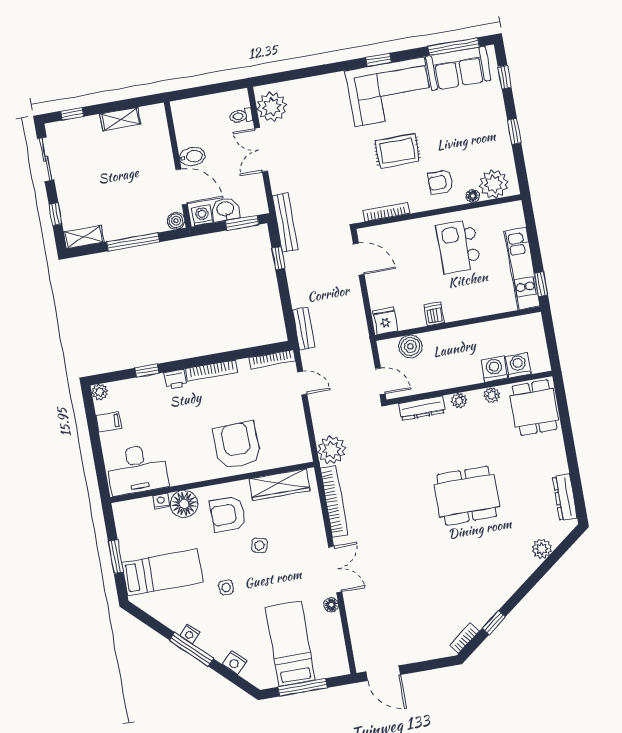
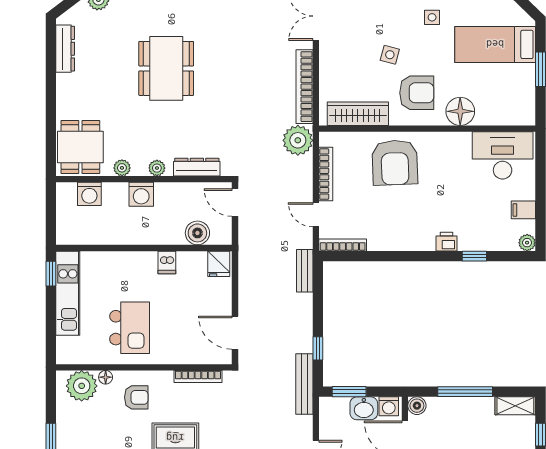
washing machine: (494, 369) -> (141, 194), moved
bookcase: (211, 371) -> (326, 174), moved, turned 90
dining table: (467, 496) -> (166, 68), turned 90
nightstand: (161, 501) -> (484, 118), removed

